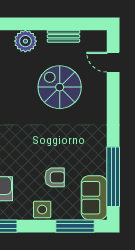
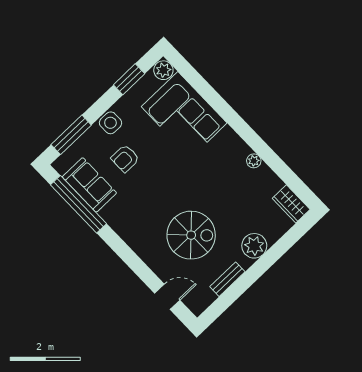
sofa: (94, 198) -> (89, 185), moved

